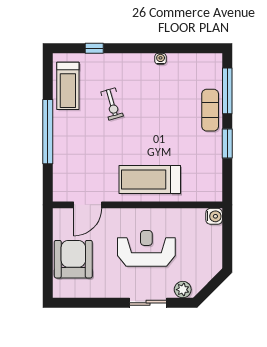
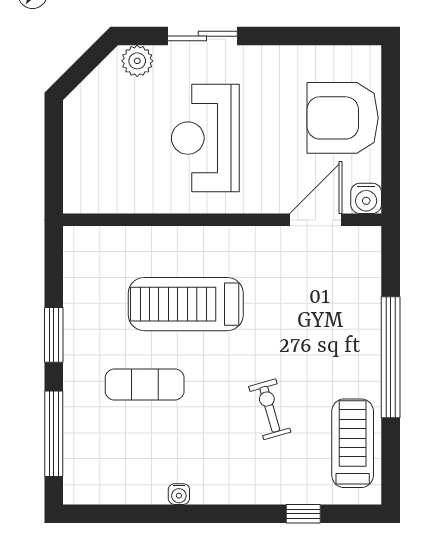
exercise mat: (210, 110) -> (145, 385), moved, turned 90
treadmill: (150, 179) -> (186, 304), moved, turned 180
water cooler: (214, 216) -> (366, 198), moved, turned -90
reception desk: (146, 248) -> (205, 138), turned 90
armchair: (73, 259) -> (343, 118), turned 90

